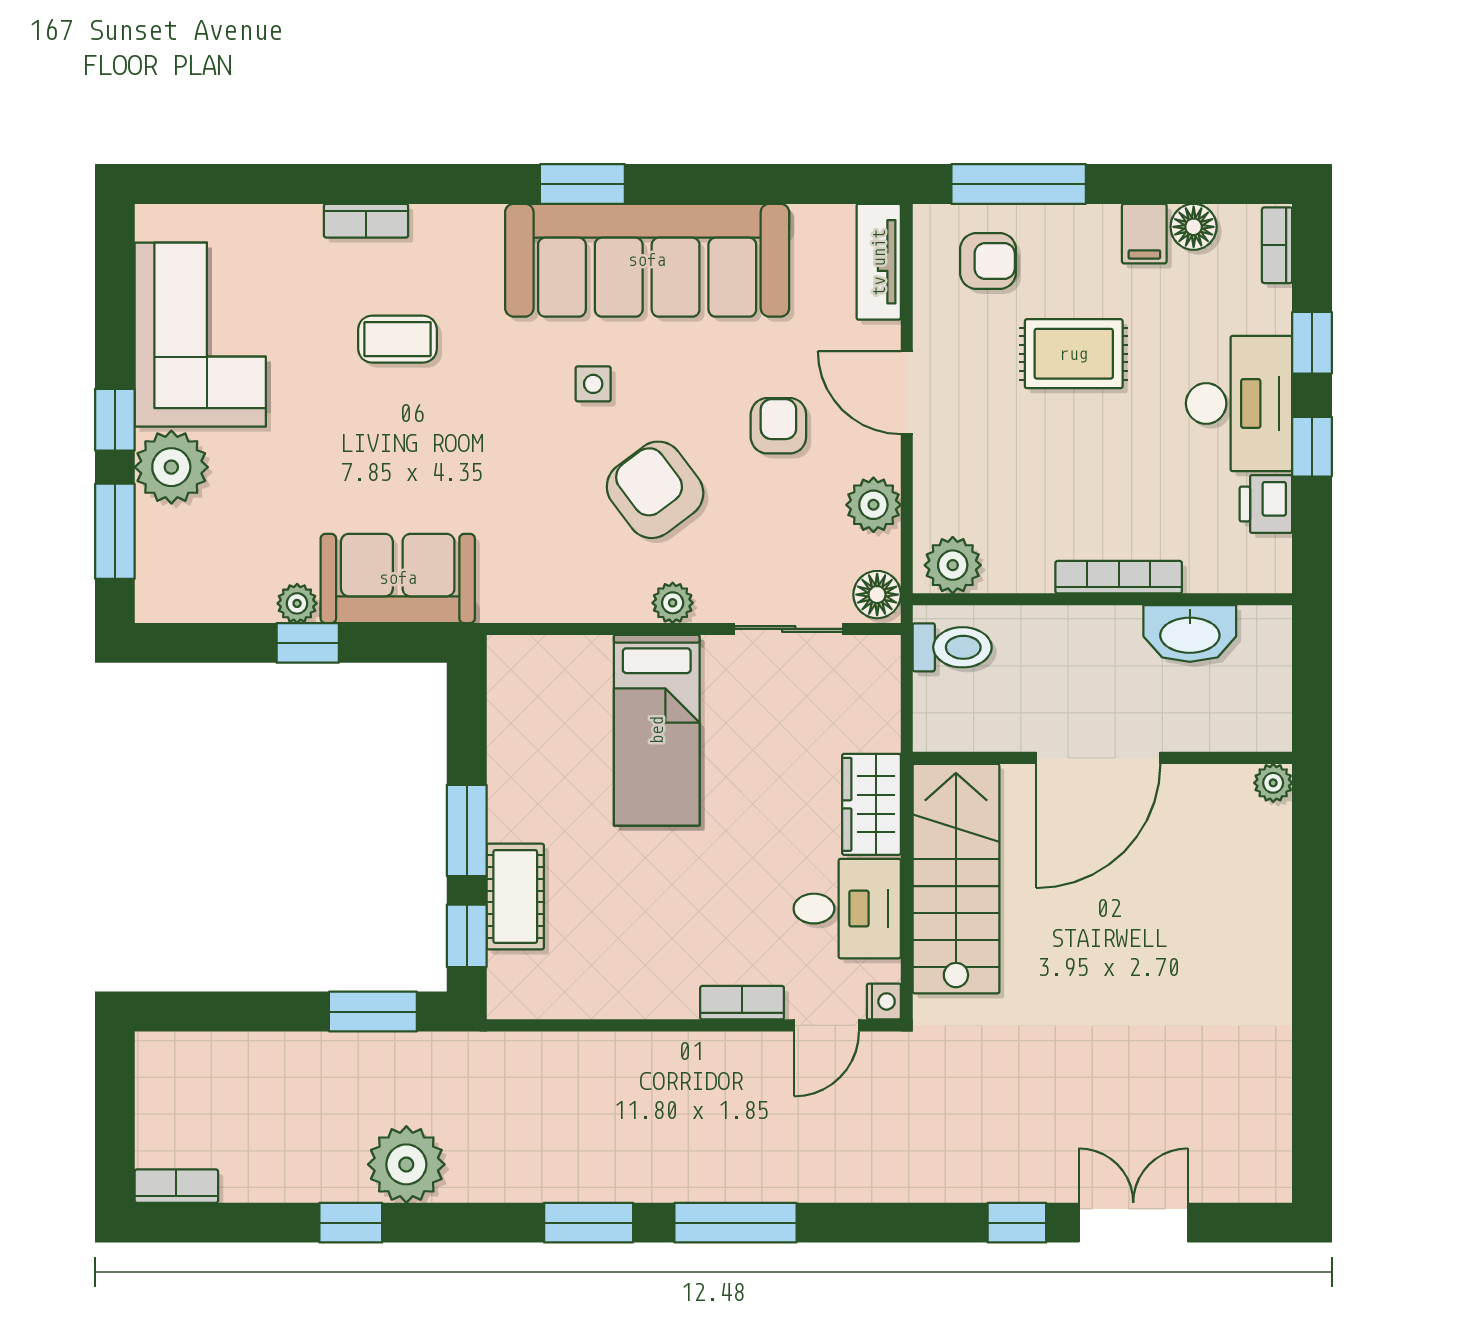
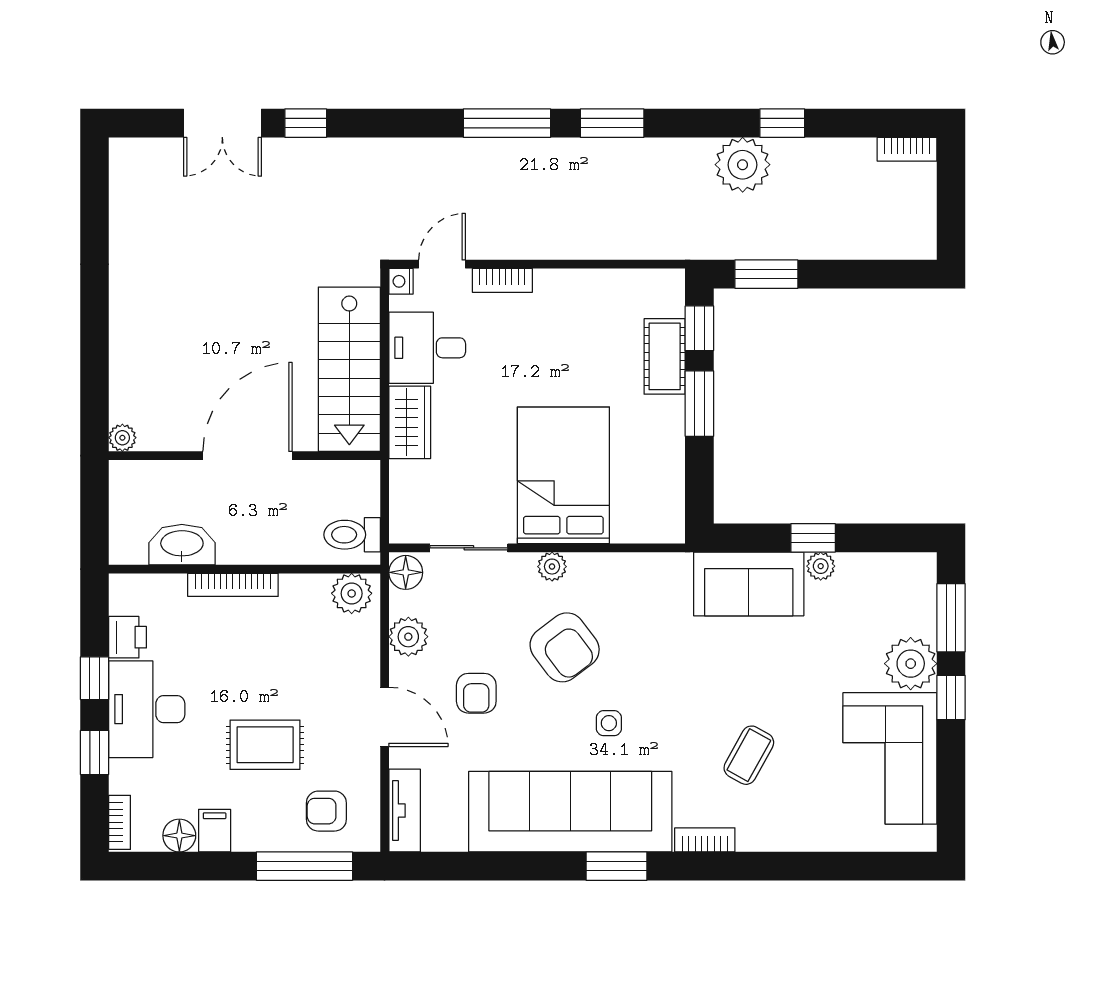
bookcase: (366, 221) -> (705, 840), moved
coffee table: (397, 339) -> (749, 755), turned -61
bed: (657, 730) -> (563, 475), width x1.50

